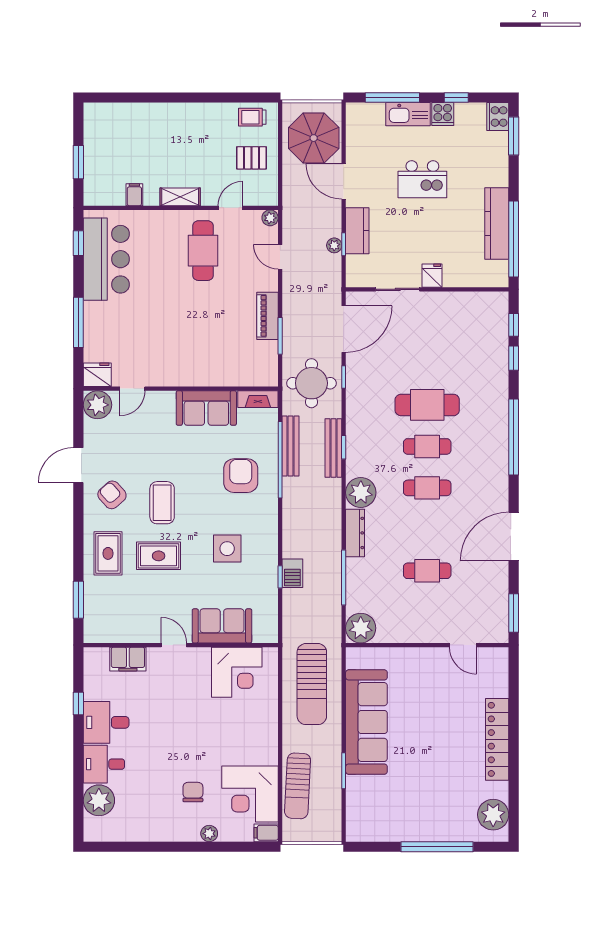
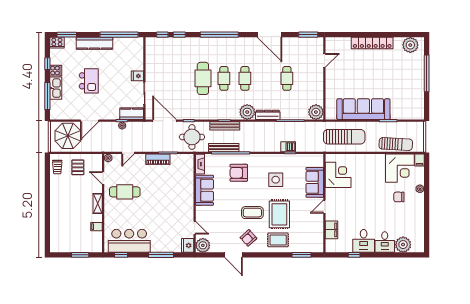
kitchen counter: (497, 223) -> (94, 43), moved
kitchen counter: (357, 231) -> (132, 114), moved
rug: (159, 556) -> (279, 214), width x1.36, depth x1.43

